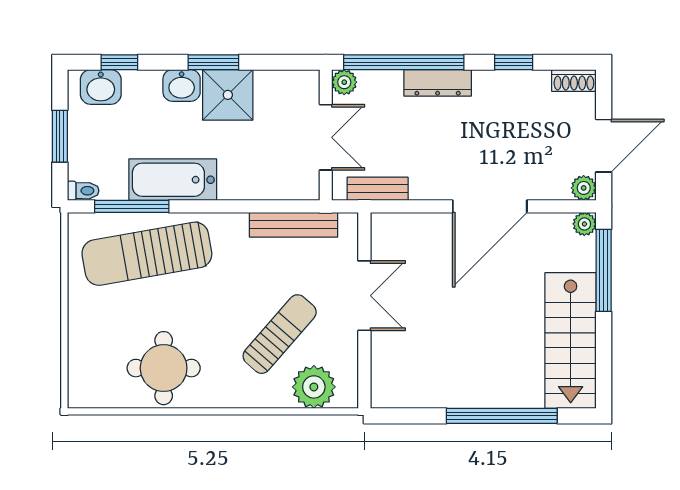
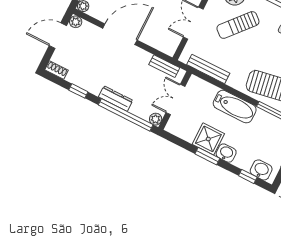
bathtub: (173, 180) -> (235, 107), moved

